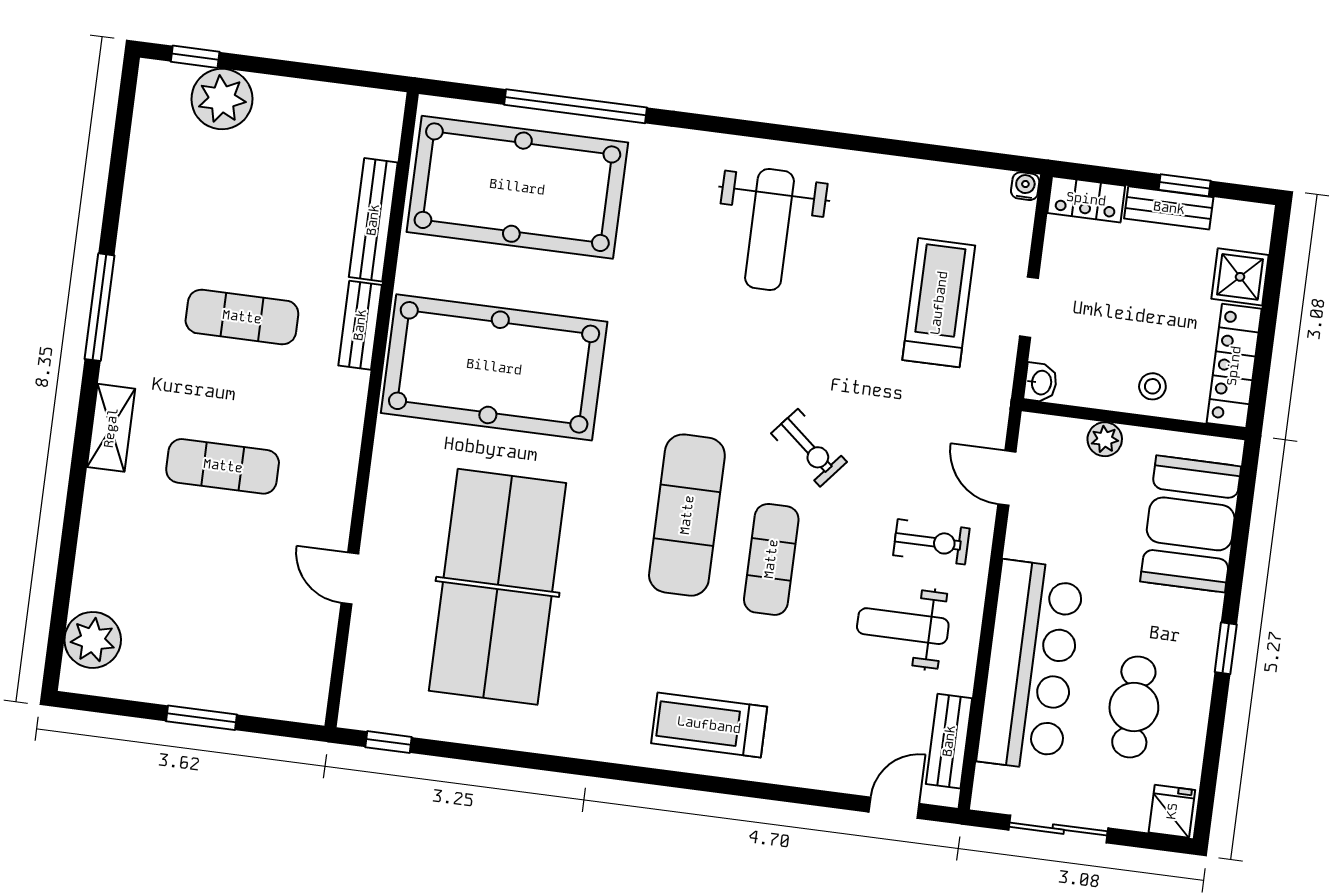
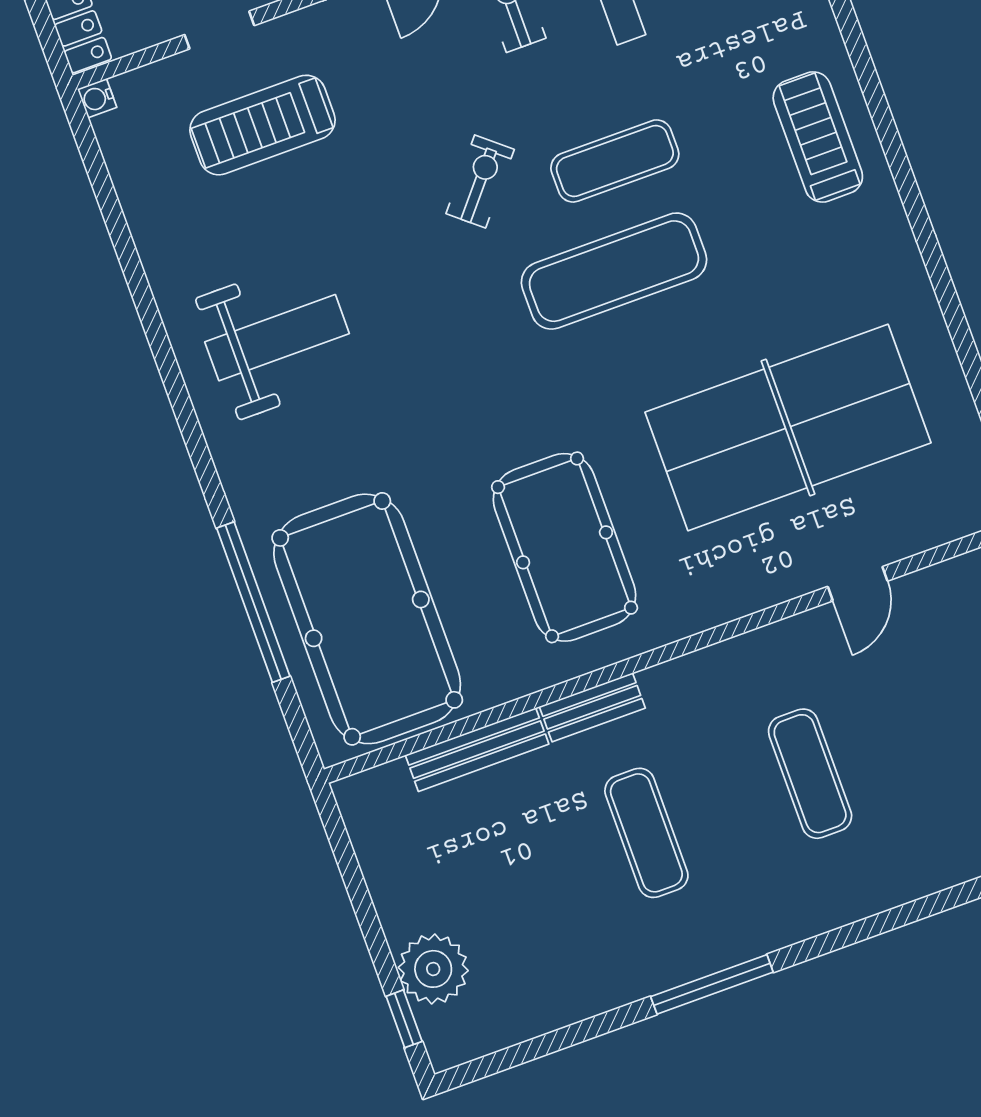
pool table: (494, 367) -> (565, 547), width x0.73, depth x0.76
shelving: (111, 428) -> (830, 909), removed
treadmill: (709, 725) -> (818, 137), turned 180

